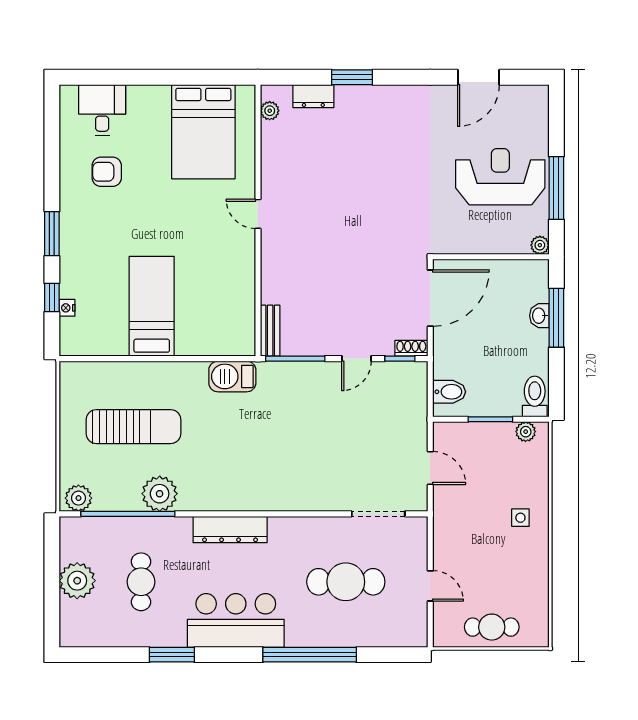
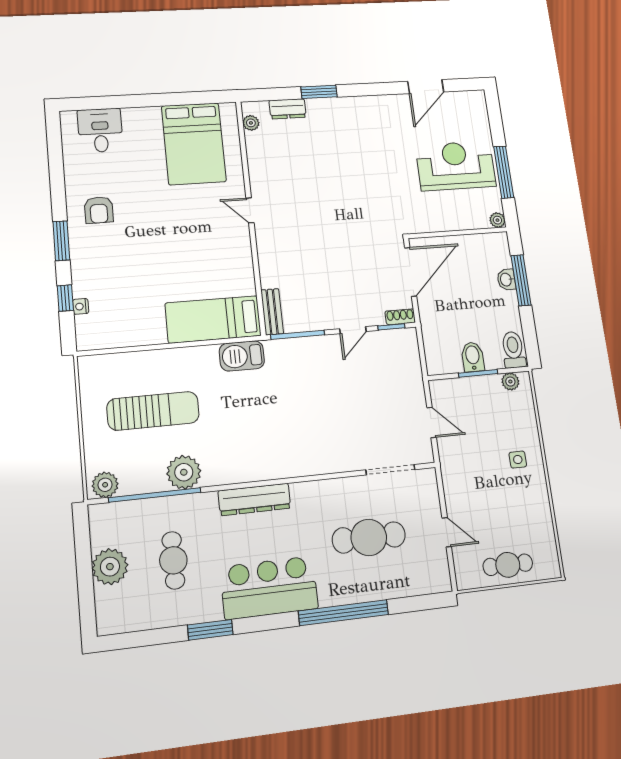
armchair: (107, 172) -> (99, 210), moved, turned -90
bed: (152, 306) -> (213, 319), moved, turned -90
bidet: (449, 392) -> (473, 357), moved, turned -90

